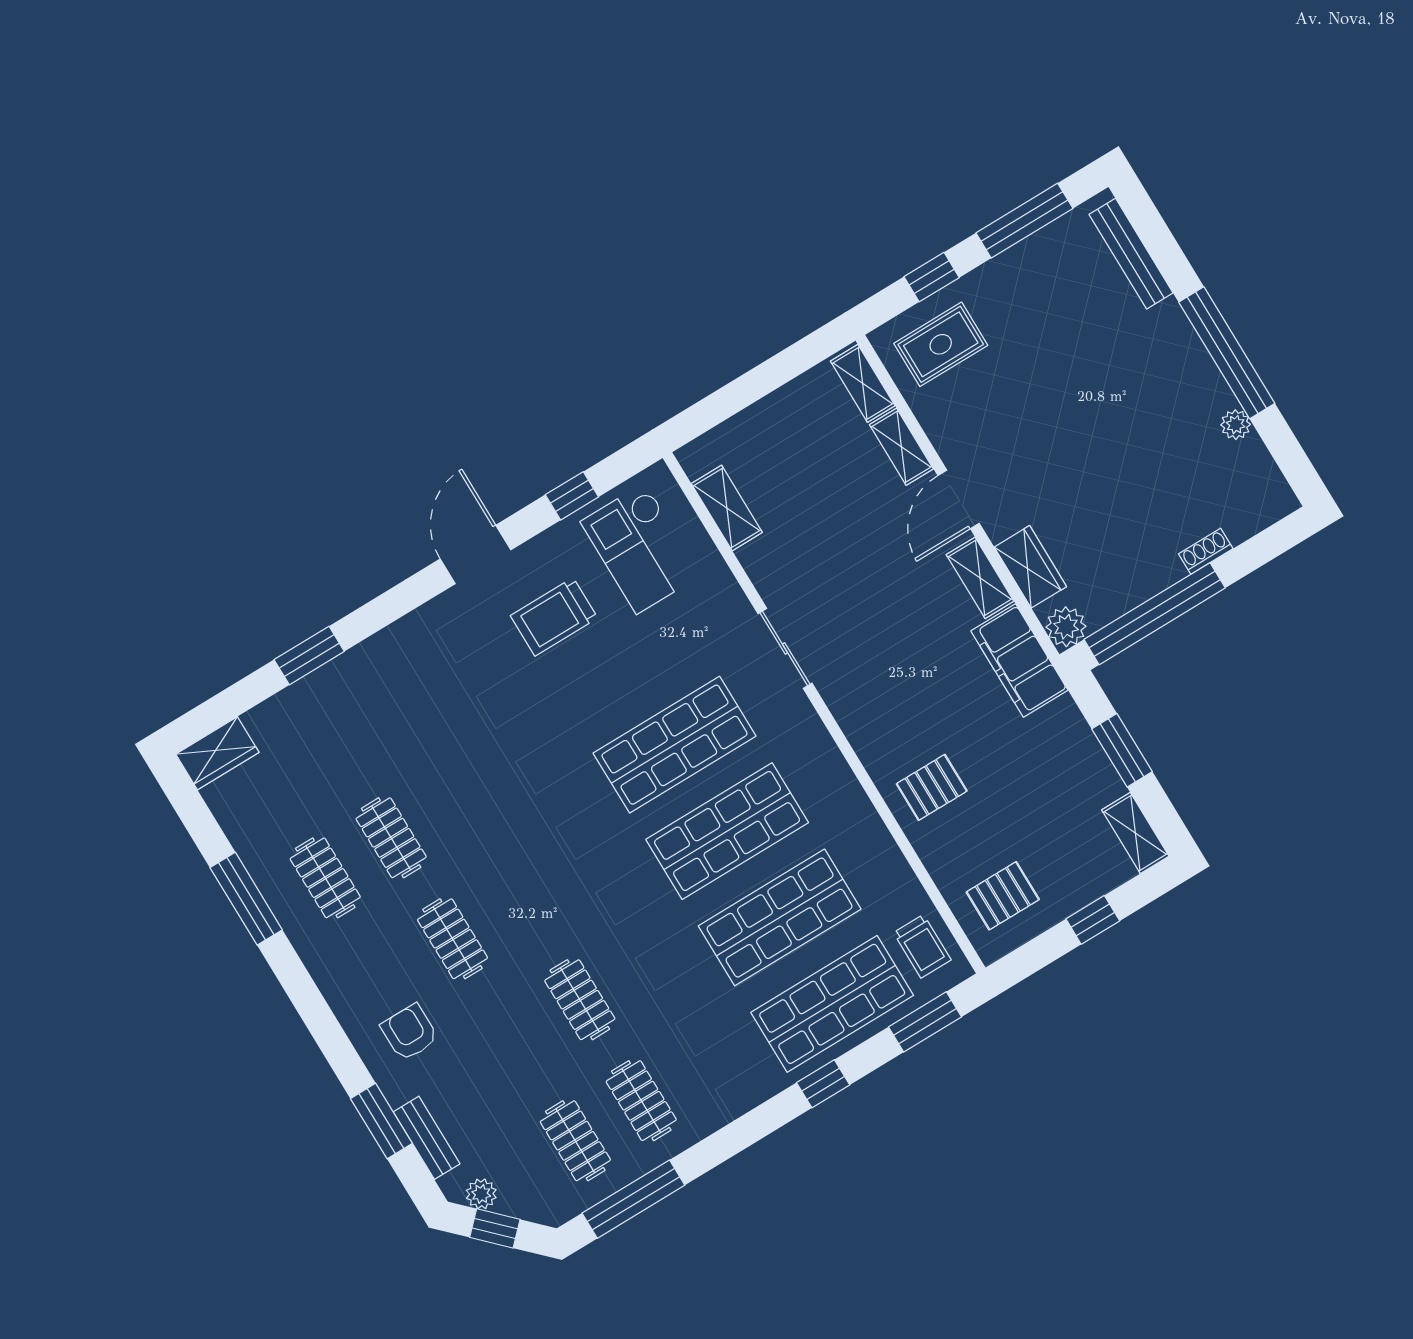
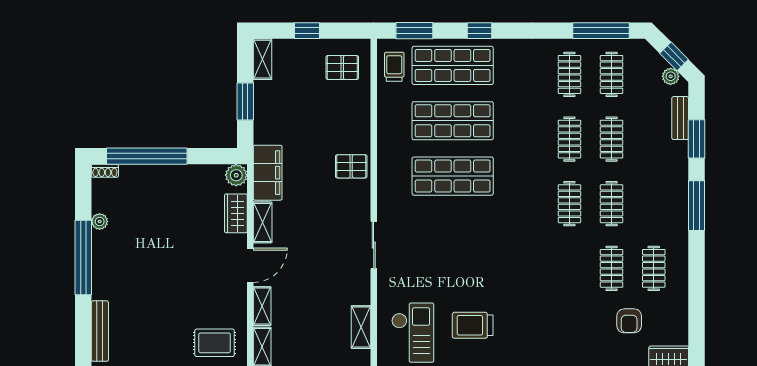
shoe rack: (1206, 551) -> (105, 171), moved
window: (1155, 614) -> (147, 156), moved
trolley: (554, 617) -> (473, 325), turned 180
shop shelf: (675, 745) -> (453, 231), removed
pallet: (932, 787) -> (351, 166), moved
window: (246, 899) -> (697, 206), moved
clothes rail: (518, 899) -> (569, 204), added
armchair: (410, 1032) -> (629, 321), moved
clothes rail: (514, 1040) -> (612, 139), added

